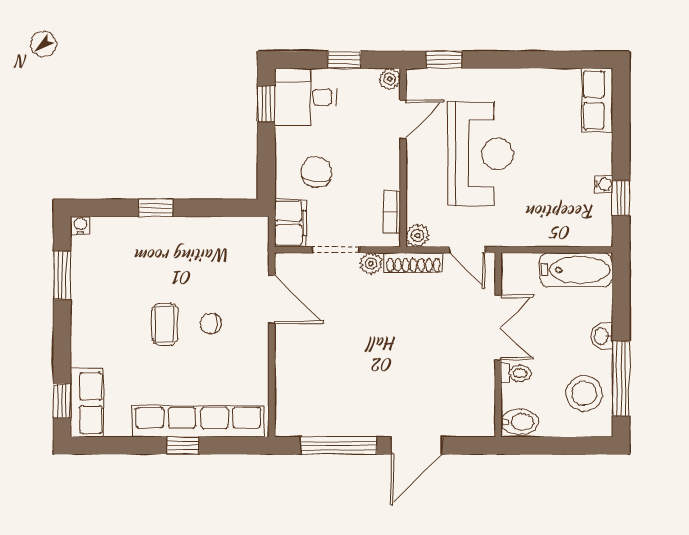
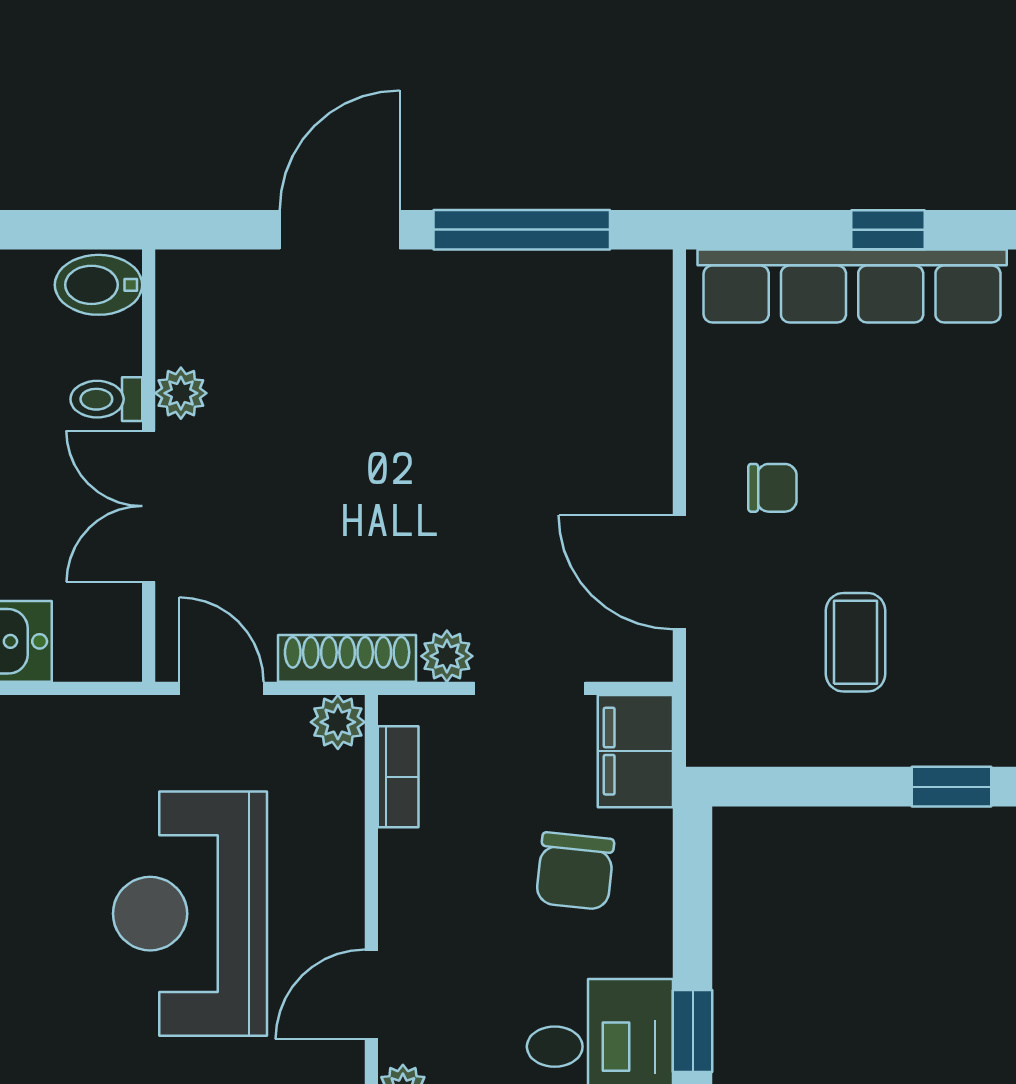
coffee table: (165, 324) -> (856, 642), moved
chair: (211, 324) -> (772, 488), moved
plant: (484, 376) -> (181, 393), added

